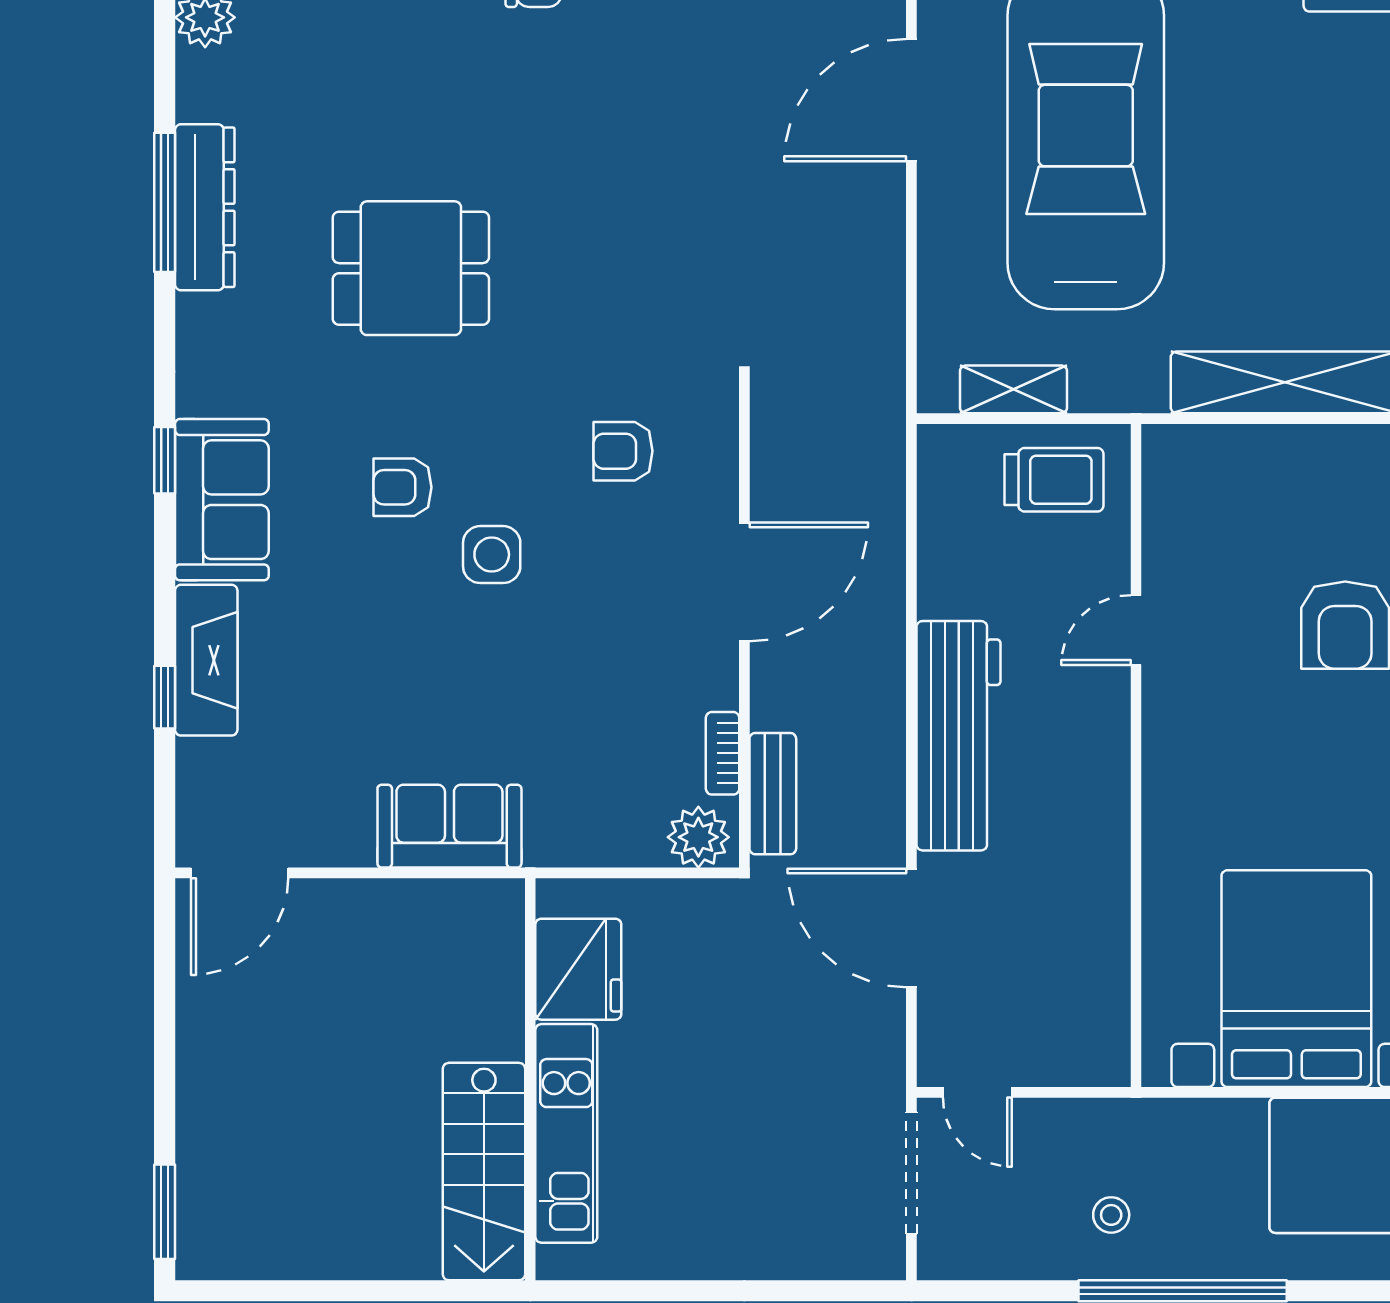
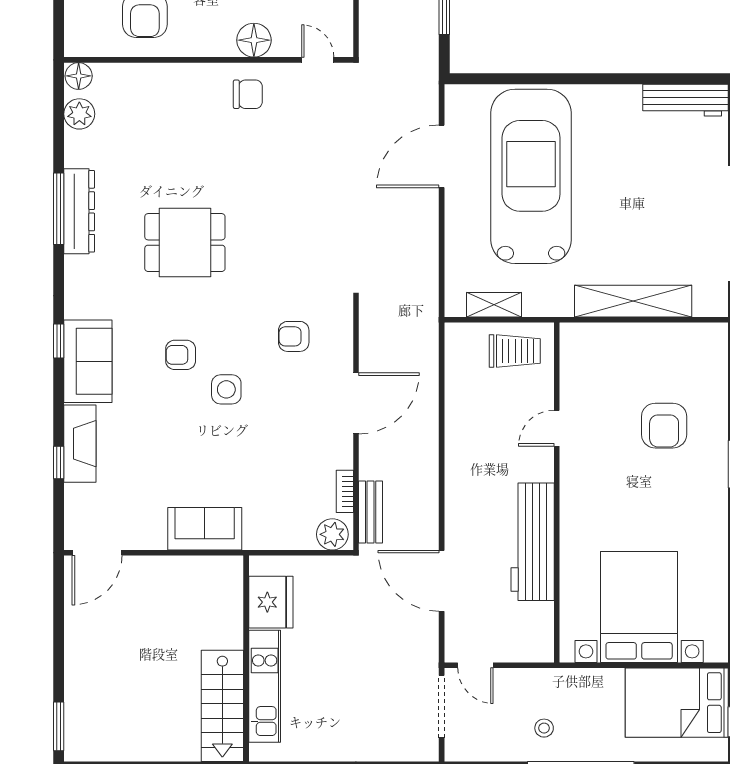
workbench: (959, 736) -> (533, 542), moved, turned 180

